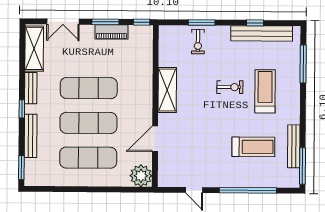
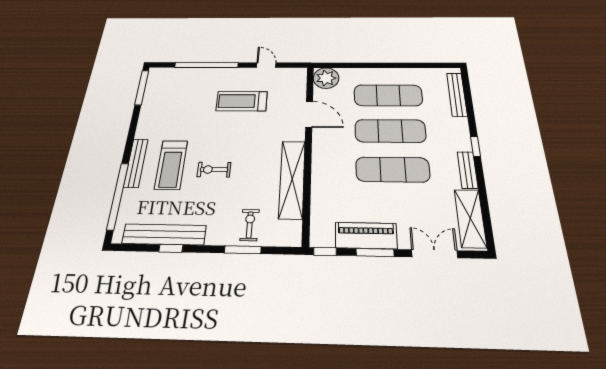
piano: (111, 32) -> (366, 236), width x1.37, depth x1.33
window: (303, 64) -> (118, 196), width x1.46
shelving: (167, 90) -> (292, 179), width x1.47
bench: (31, 136) -> (457, 94), moved
door: (155, 139) -> (309, 114), hinge flipped
bench: (294, 146) -> (136, 163), moved
treadmill: (253, 147) -> (242, 101), moved
window: (21, 168) -> (466, 85), removed

